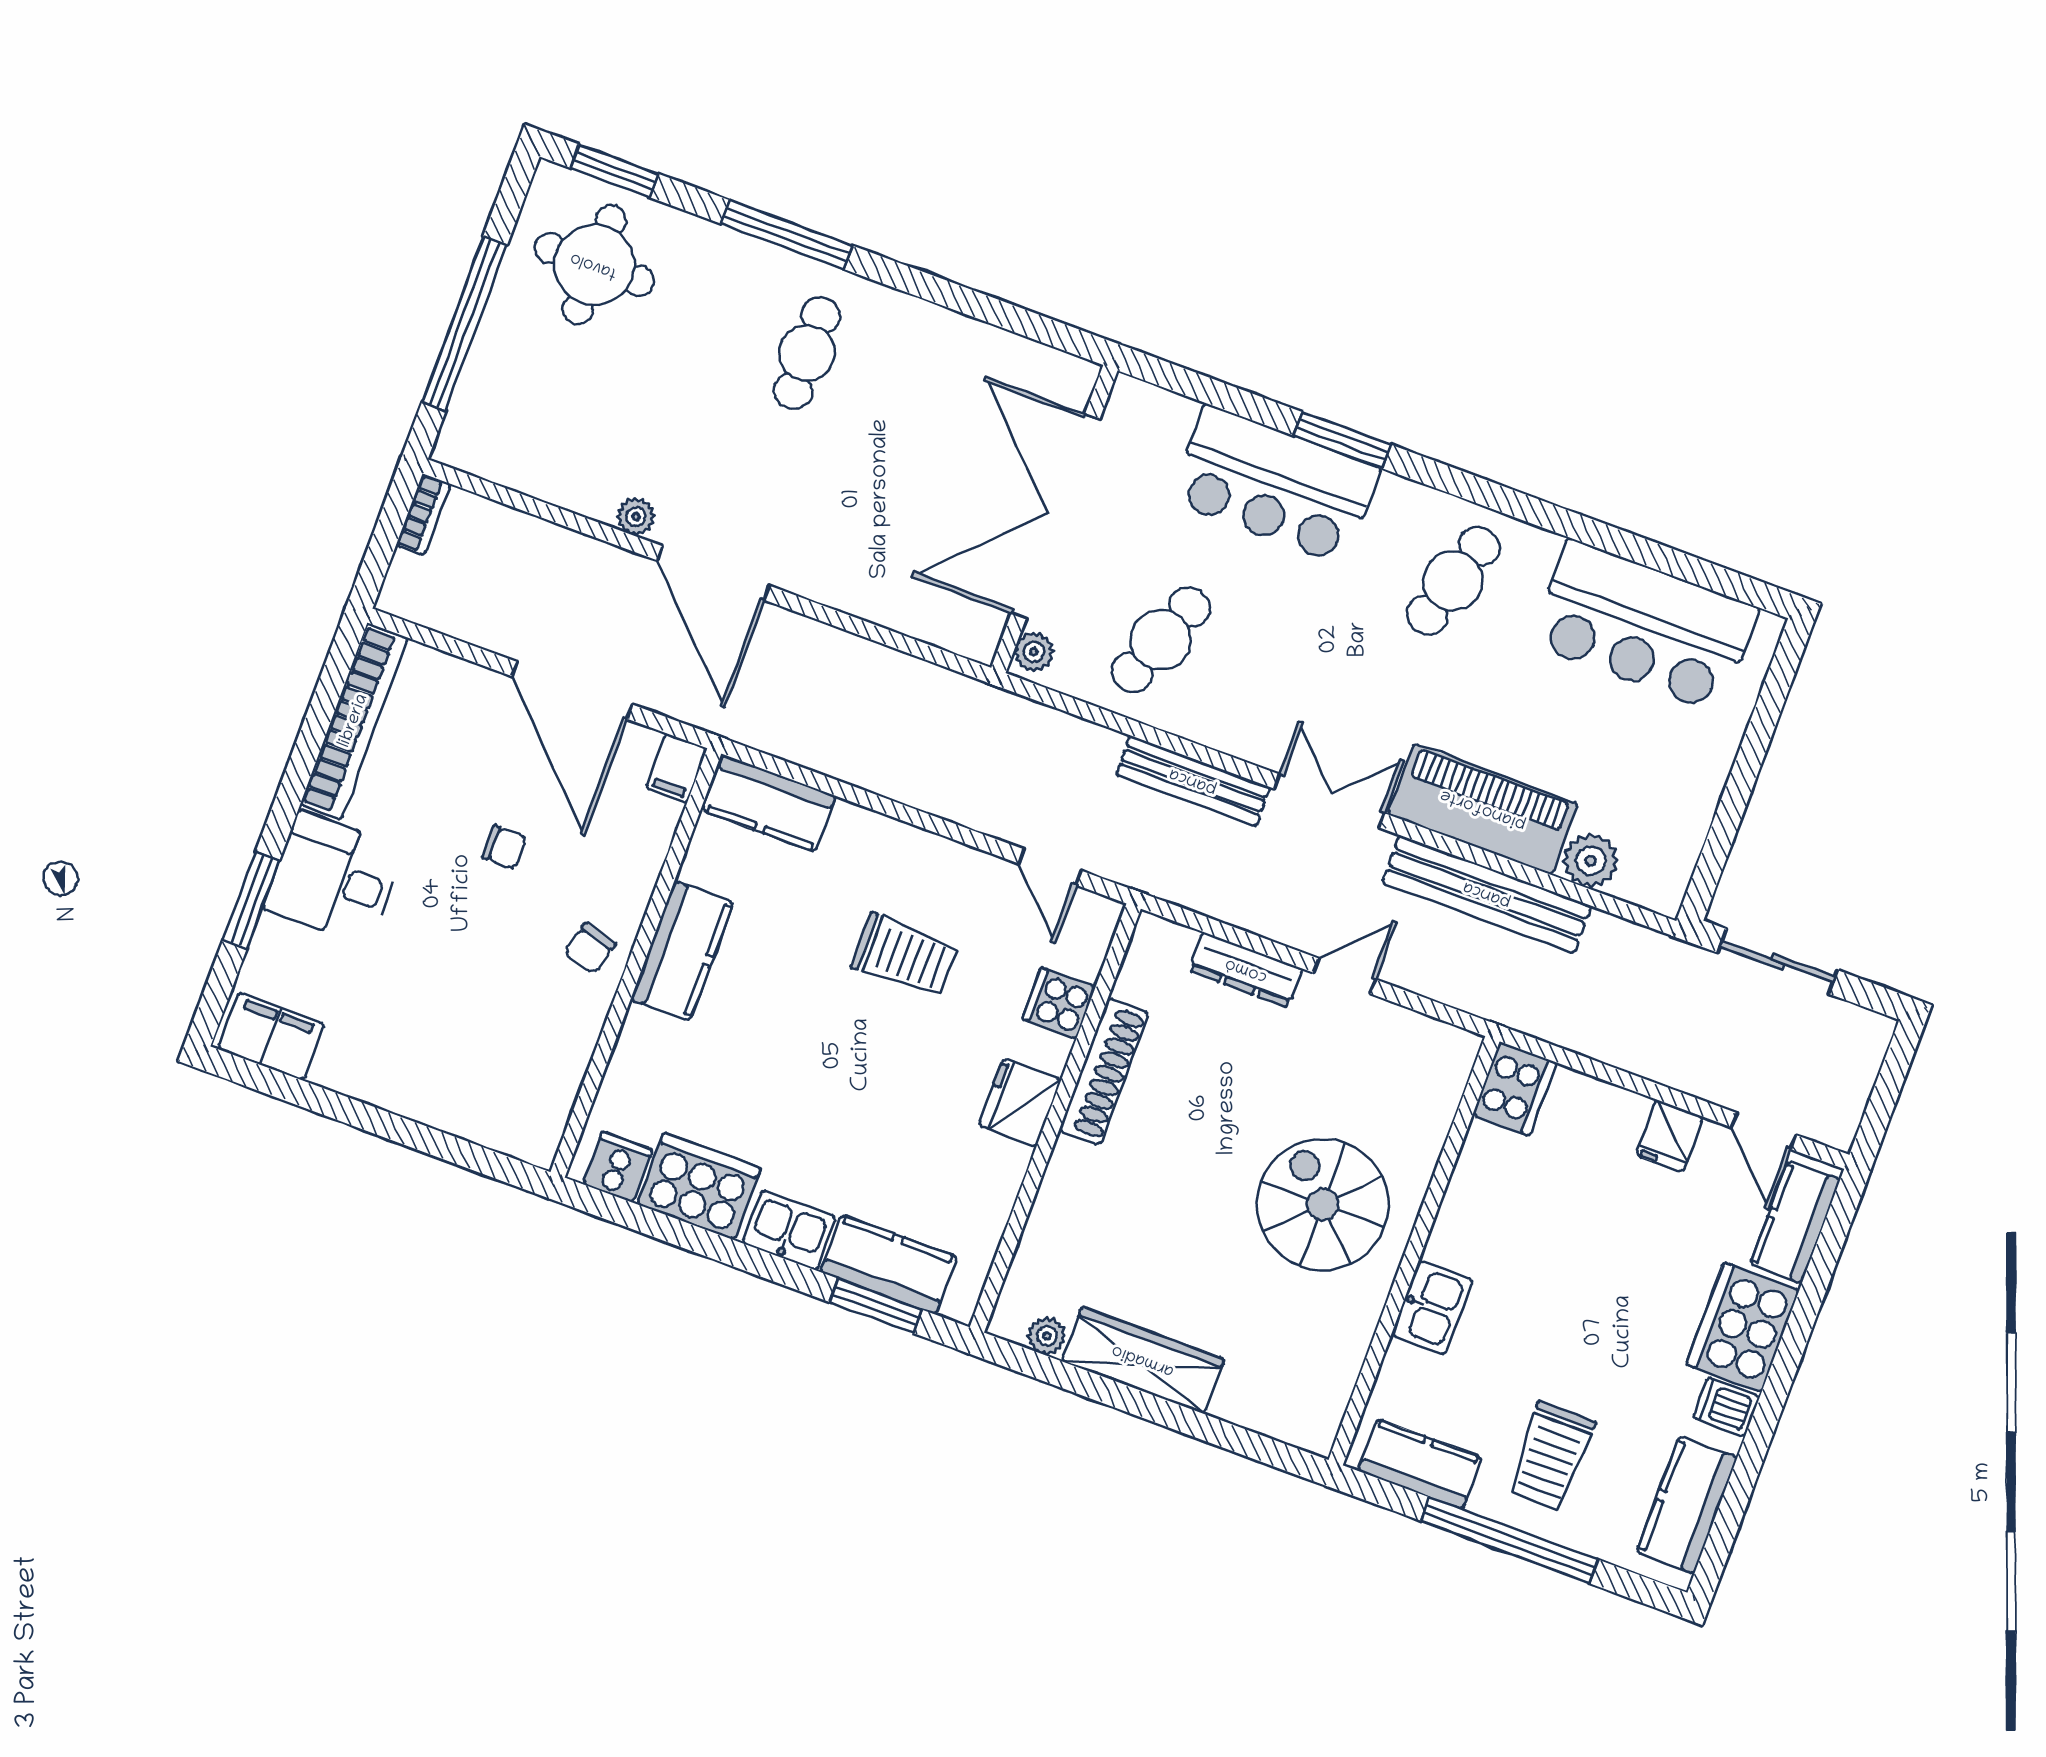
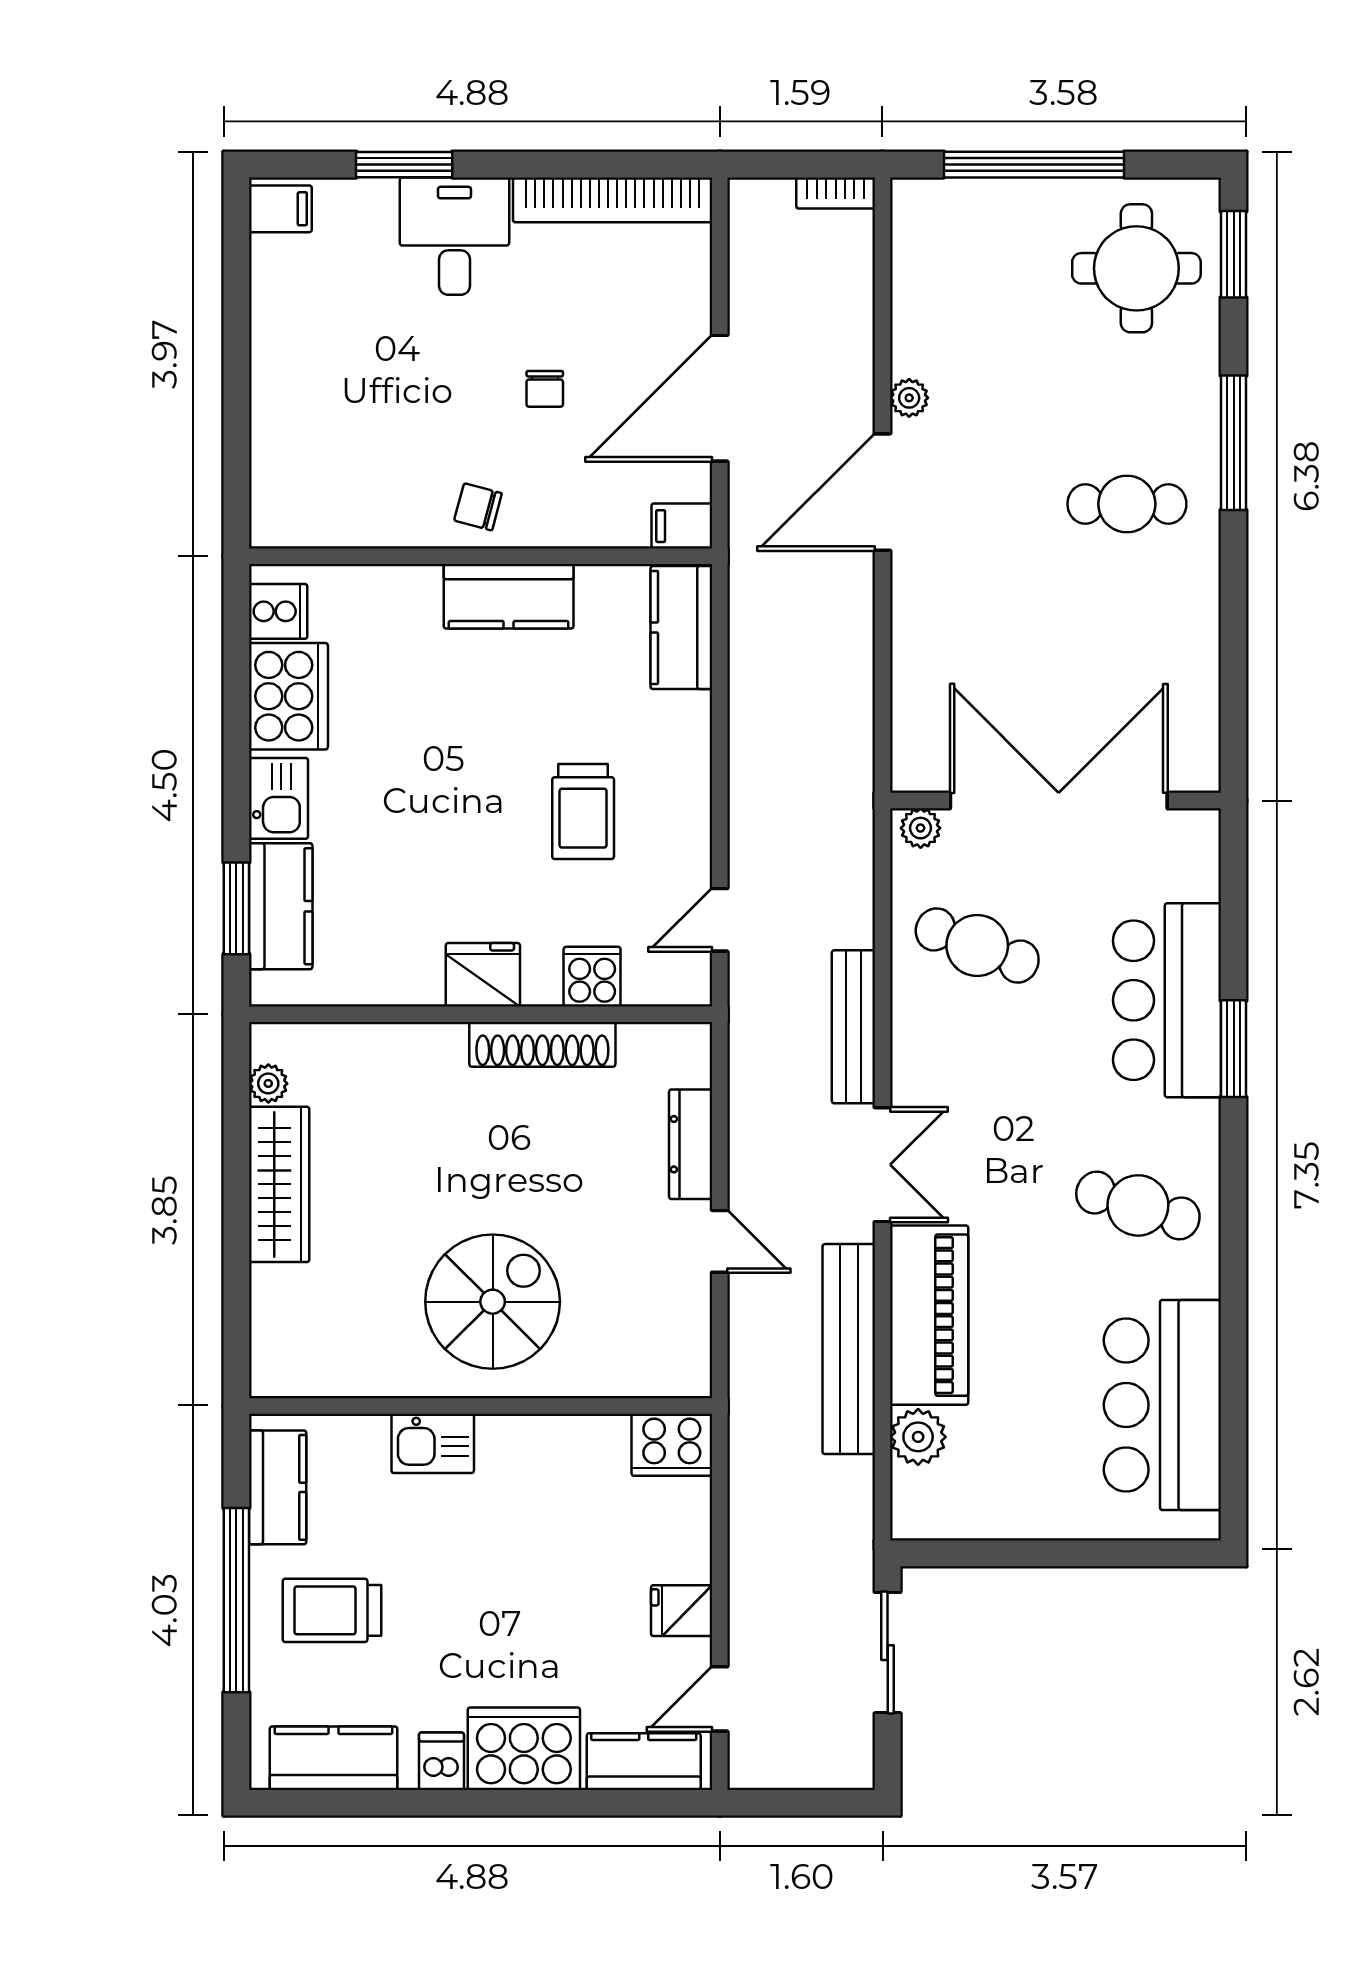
filing cabinet: (271, 1036) -> (280, 209), width x0.50

